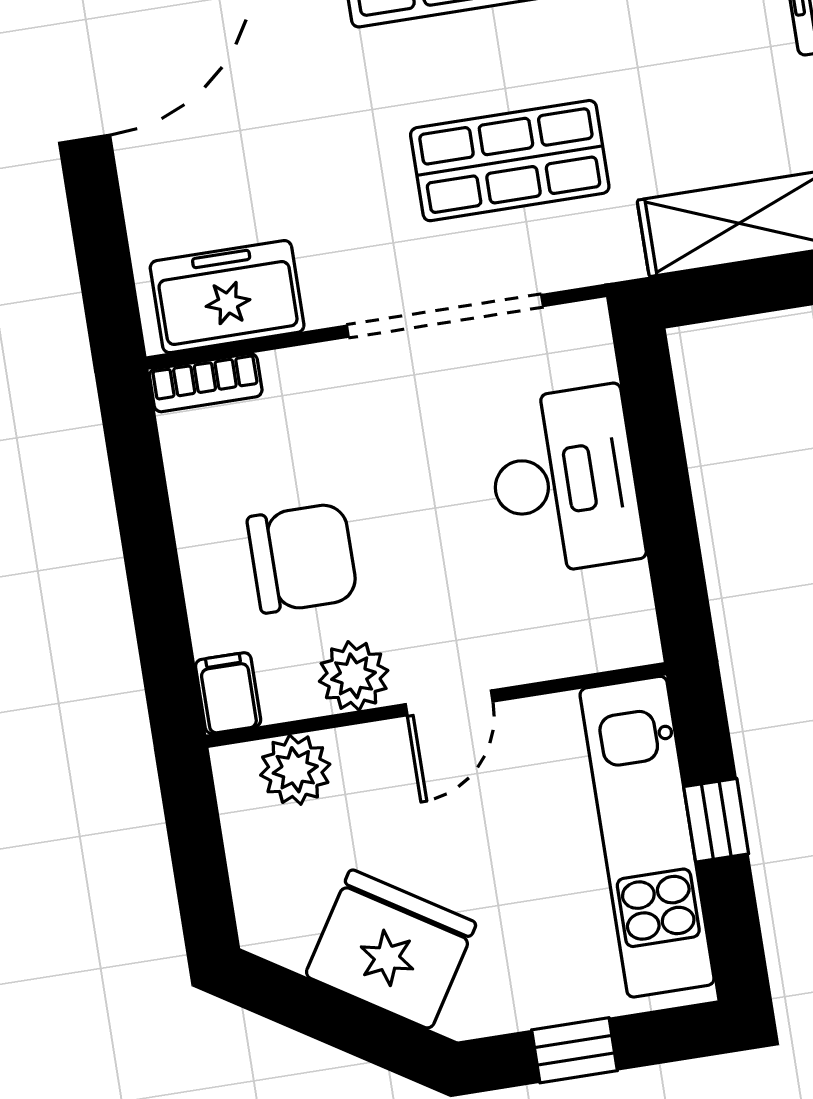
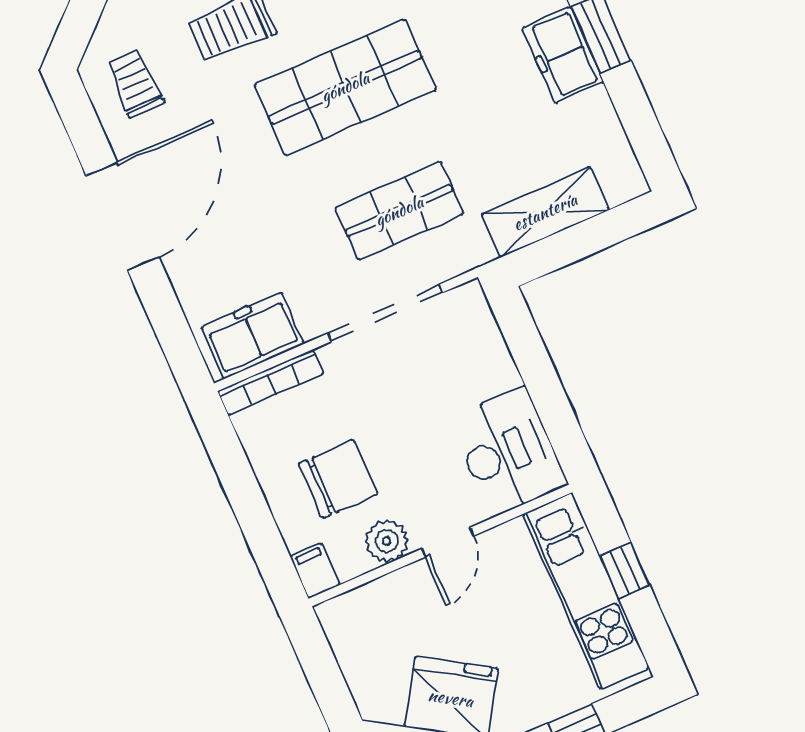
bookcase: (206, 383) -> (271, 382), width x1.56
desk: (565, 481) -> (508, 452), moved
plant: (295, 770) -> (367, 606), removed

